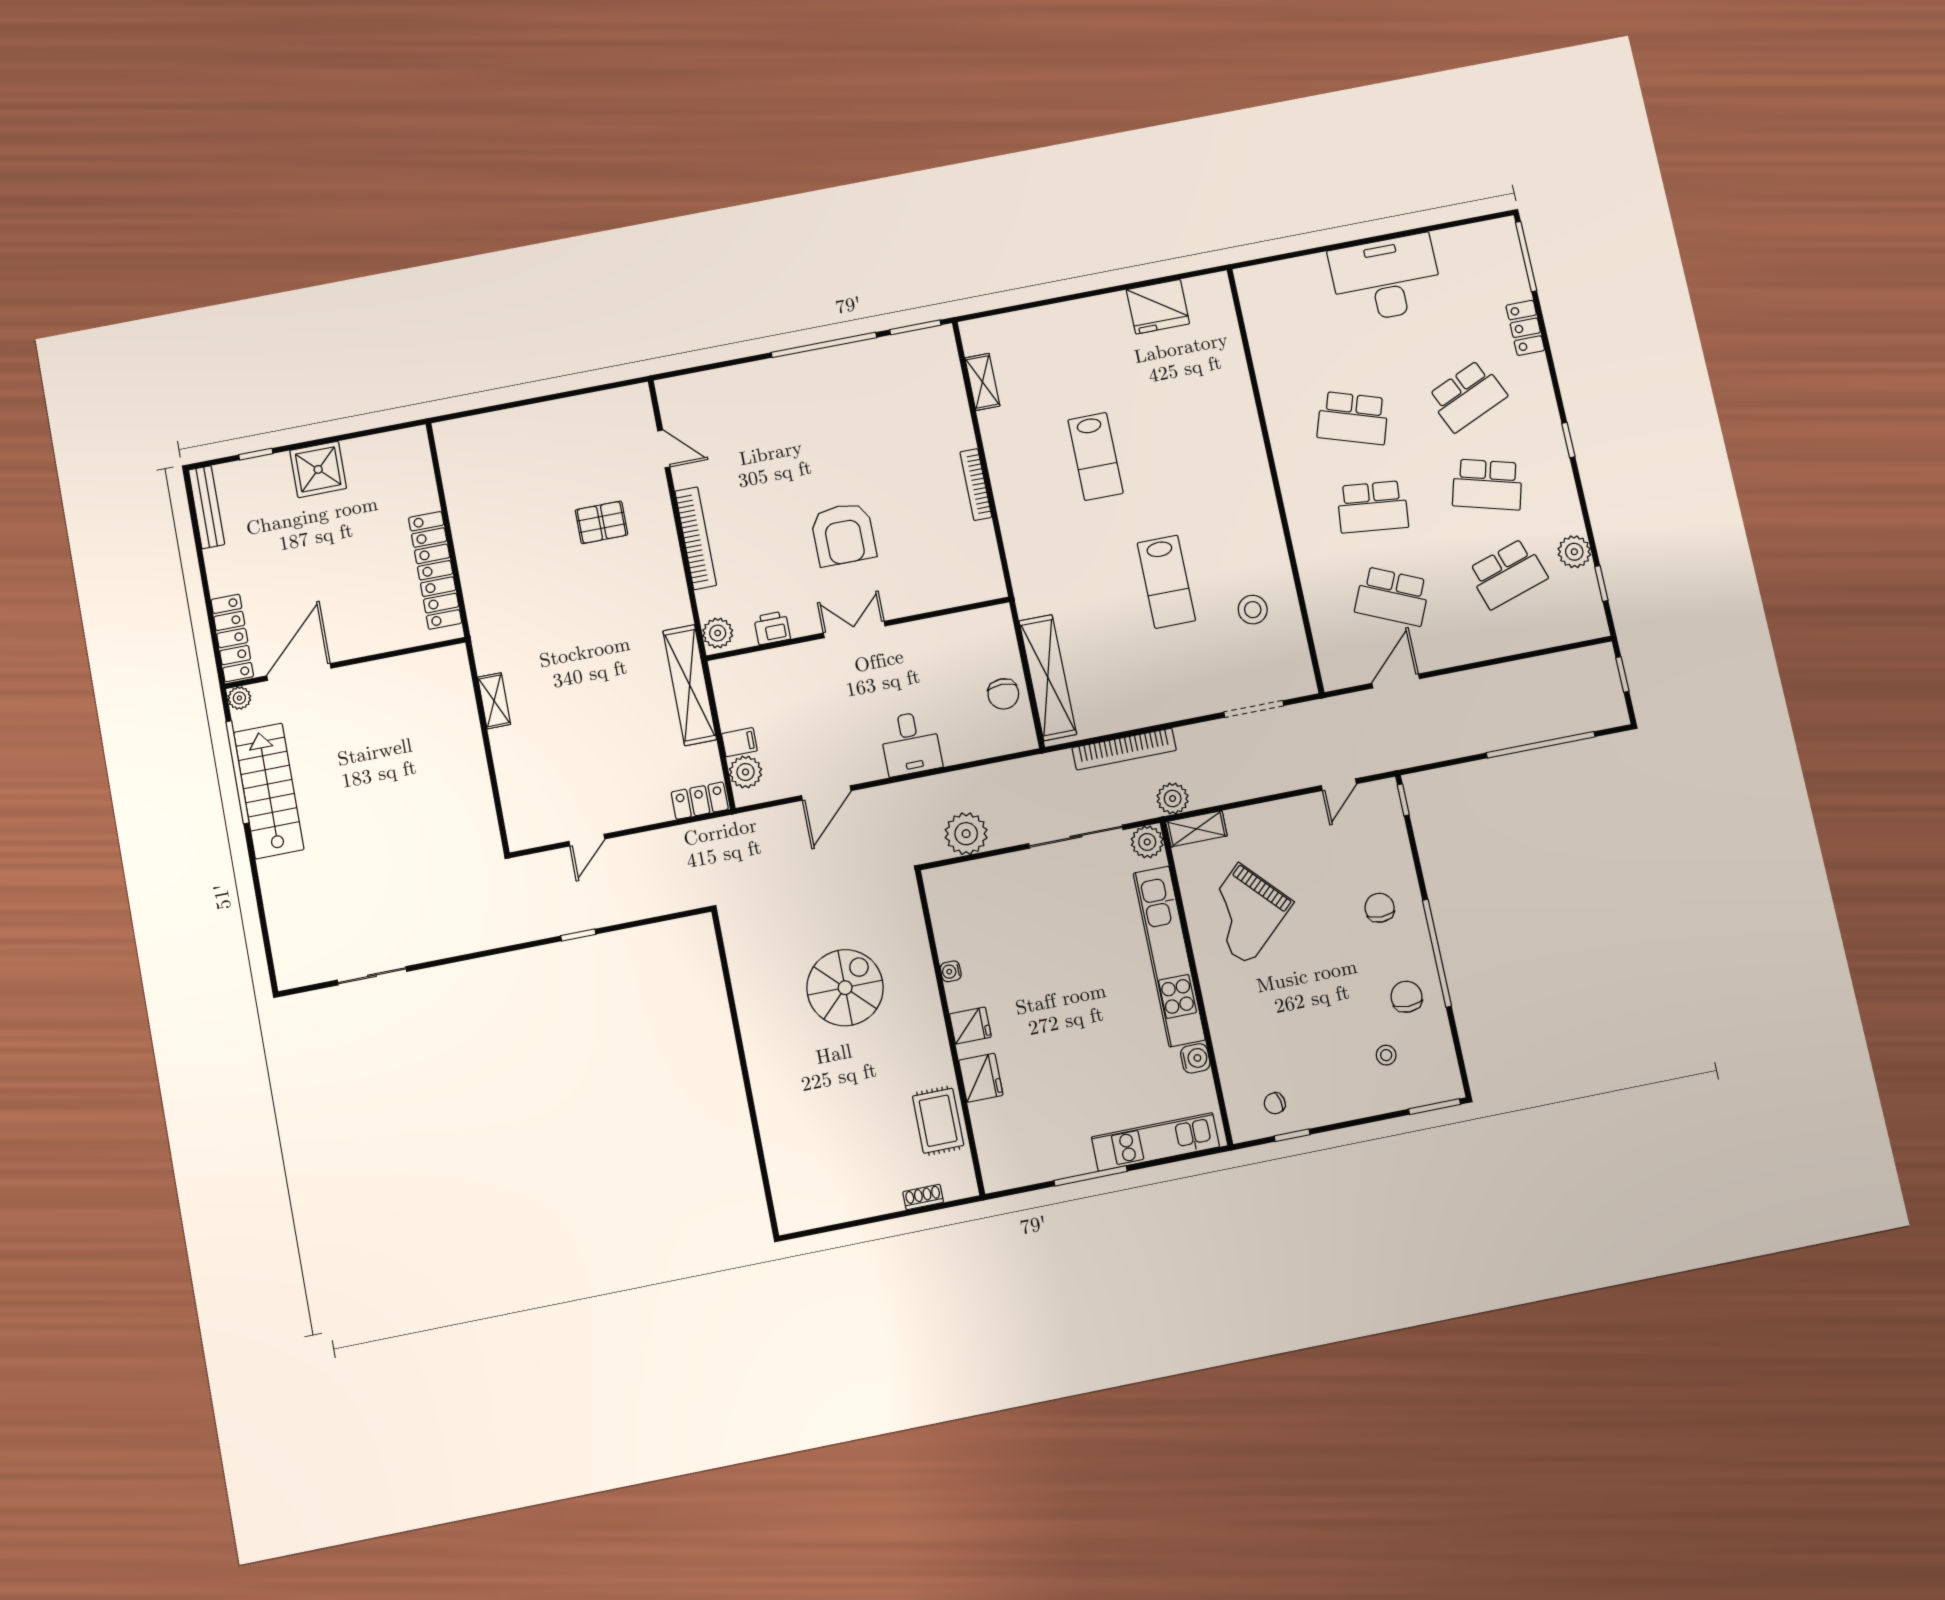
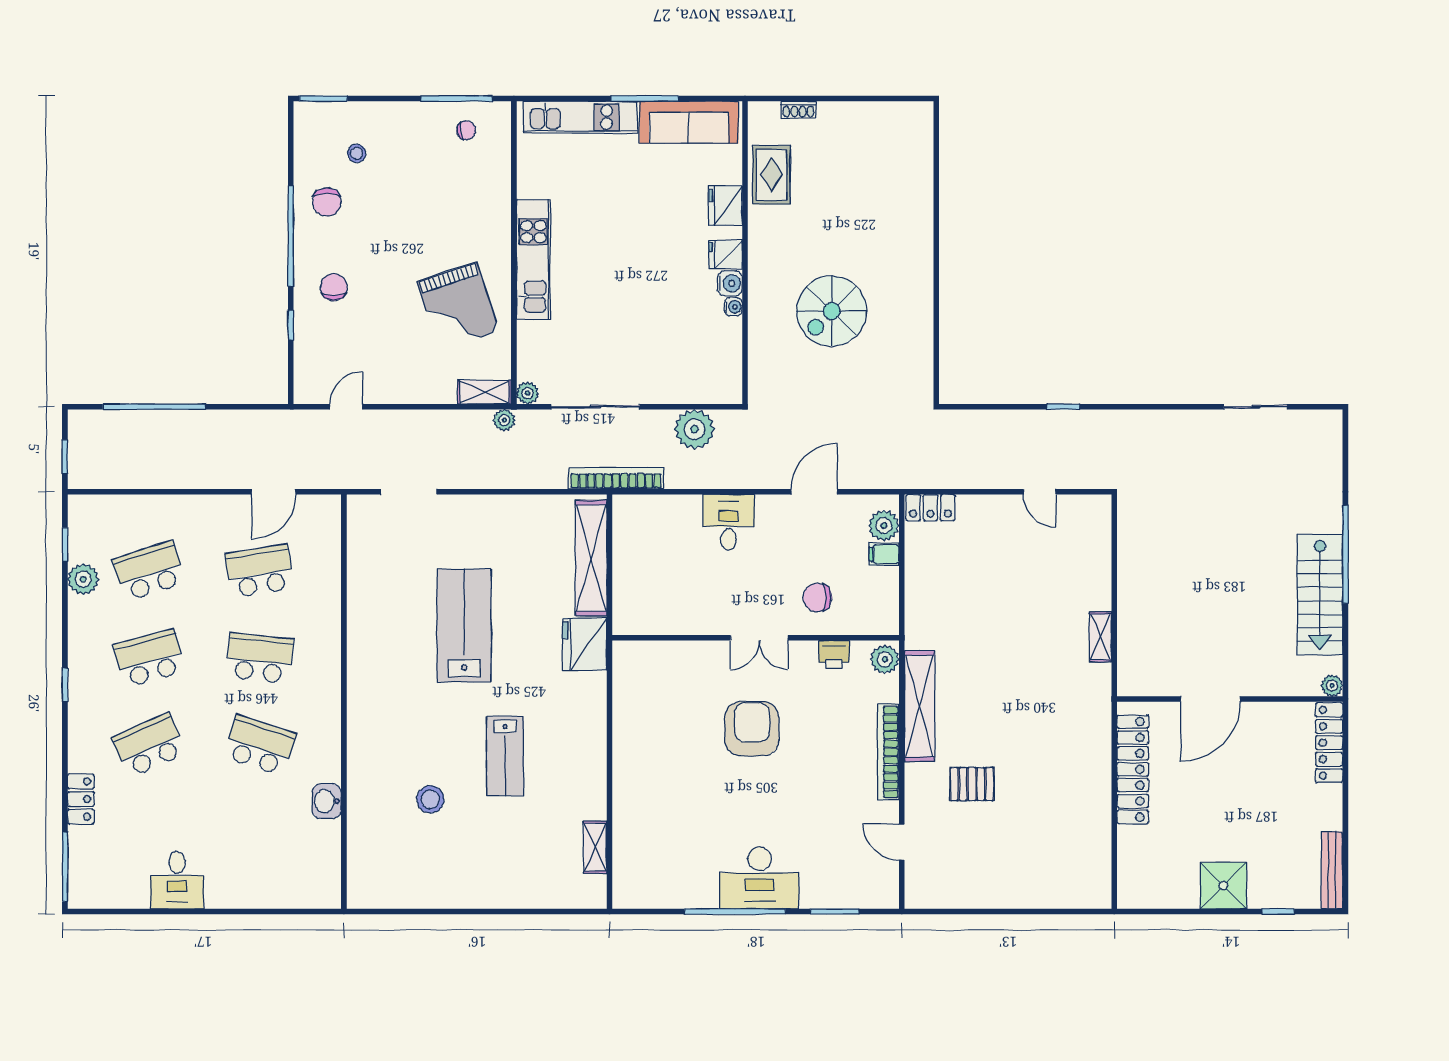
desk: (1386, 279) -> (177, 880), width x0.53, depth x0.77
fridge: (1158, 307) -> (585, 644), moved, turned -90
window: (915, 327) -> (835, 911), moved
washbasin: (1271, 375) -> (327, 801), added
desk: (805, 384) -> (760, 878), added
lab bench: (1095, 457) -> (505, 756), turned 180
school desk: (1487, 484) -> (149, 658), turned -30
bookcase: (976, 485) -> (621, 751), removed
lab bench: (1166, 582) -> (464, 626), width x1.36, depth x1.39
school desk: (1392, 596) -> (260, 571), turned -33
stool: (1253, 610) -> (430, 799), moved
door: (299, 672) -> (1210, 699), moved
shelving: (690, 685) -> (919, 706), moved
chair: (1003, 694) -> (817, 598), moved, turned -90
bookcase: (1124, 749) -> (616, 478), moved
window: (237, 772) -> (1345, 554), moved
plant: (1173, 799) -> (504, 420), width x0.73, depth x0.73
window: (1403, 800) -> (291, 325), moved
door: (587, 840) -> (1040, 492), swing flipped
plant: (1147, 842) -> (528, 393), width x0.73, depth x0.73
chair: (1380, 908) -> (334, 287), turned 180
grand piano: (1244, 914) -> (458, 306), turned 115
kitchen unit: (1169, 956) -> (533, 259), width x0.73
water cooler: (1195, 1058) -> (730, 283), moved, turned 180
window: (1292, 1135) -> (457, 99), width x2.17
sofa: (1038, 1160) -> (689, 122), added

